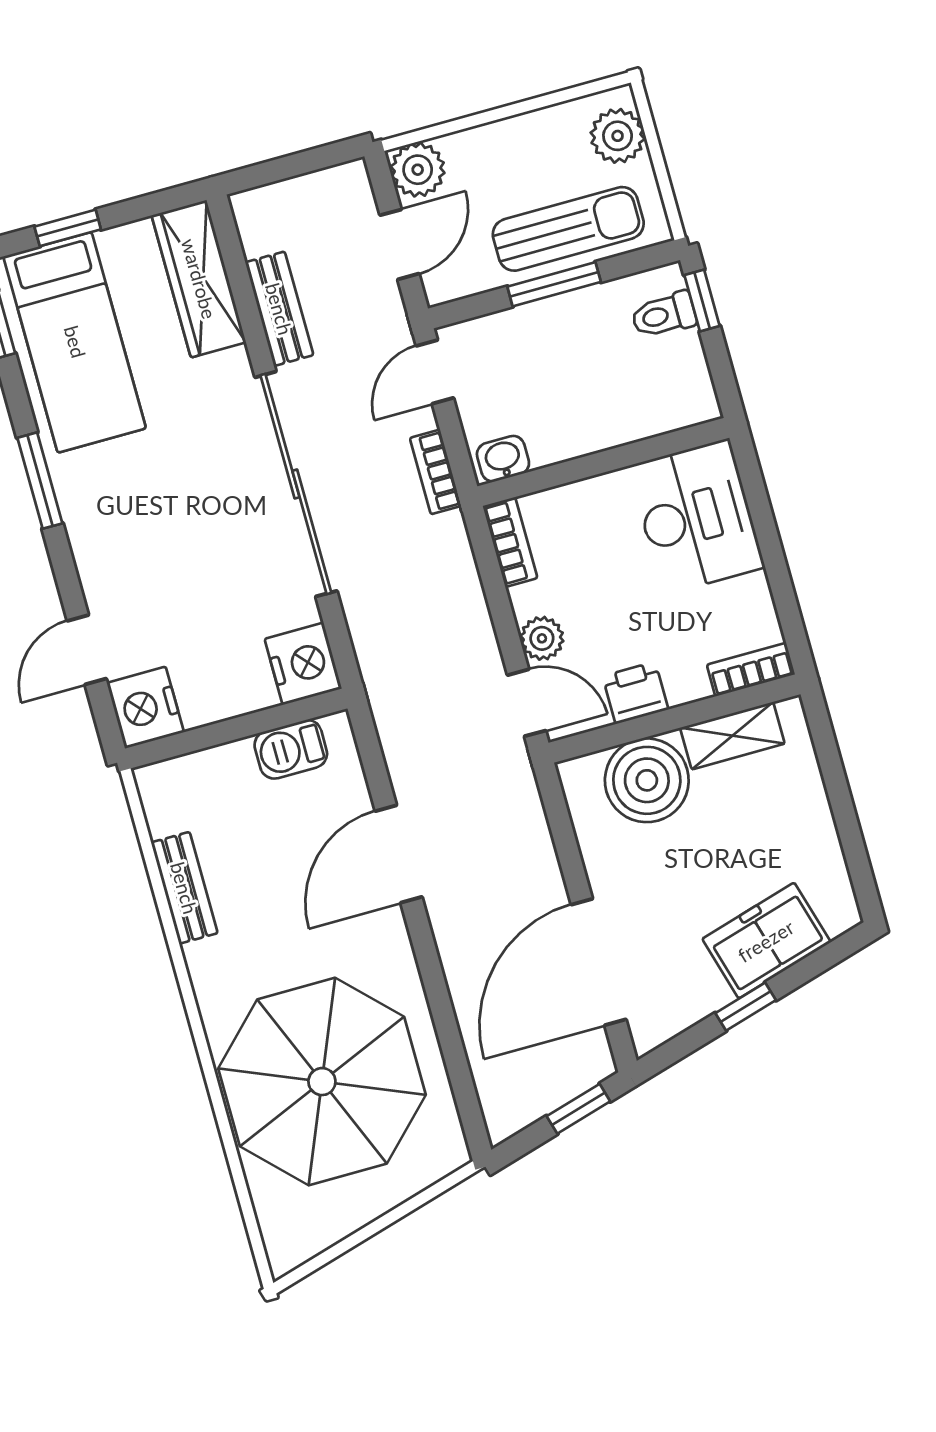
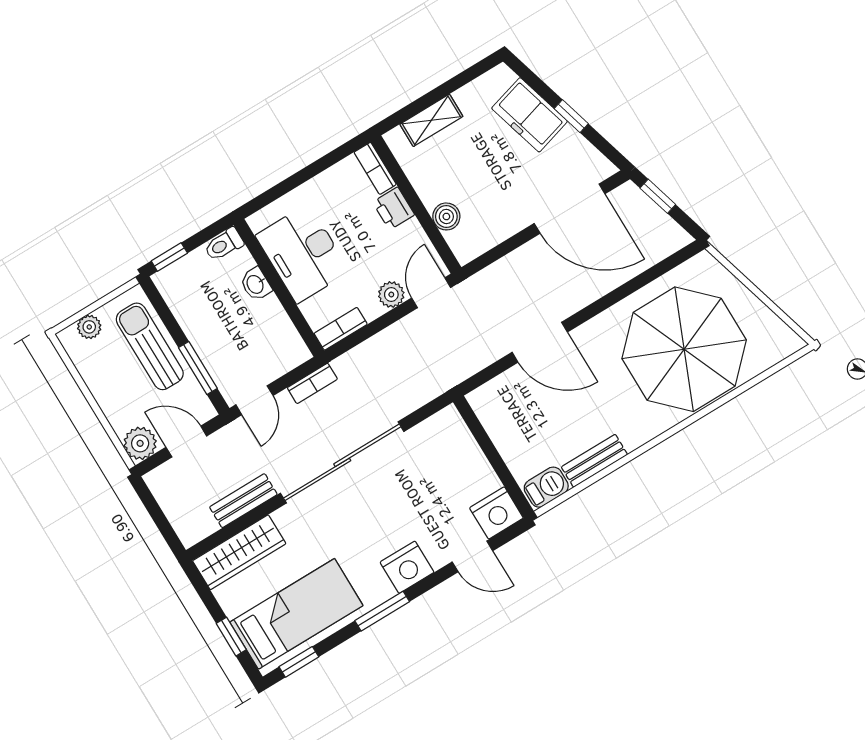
plant: (618, 136) -> (89, 327), width x0.73, depth x0.73
window: (554, 284) -> (198, 368), moved
toilet: (664, 315) -> (224, 244), moved, turned 90
door: (435, 372) -> (254, 400), hinge flipped
washbasin: (503, 459) -> (256, 284), moved
desk: (696, 517) -> (303, 254), moved, turned -90
nightstand: (303, 664) -> (407, 567), moved, turned 180
printer: (635, 693) -> (394, 208), moved
shelving: (732, 736) -> (431, 120), moved, turned 90
barbecue: (291, 749) -> (546, 487), moved, turned -90
boiler: (647, 780) -> (446, 216), width x0.54, depth x0.54

